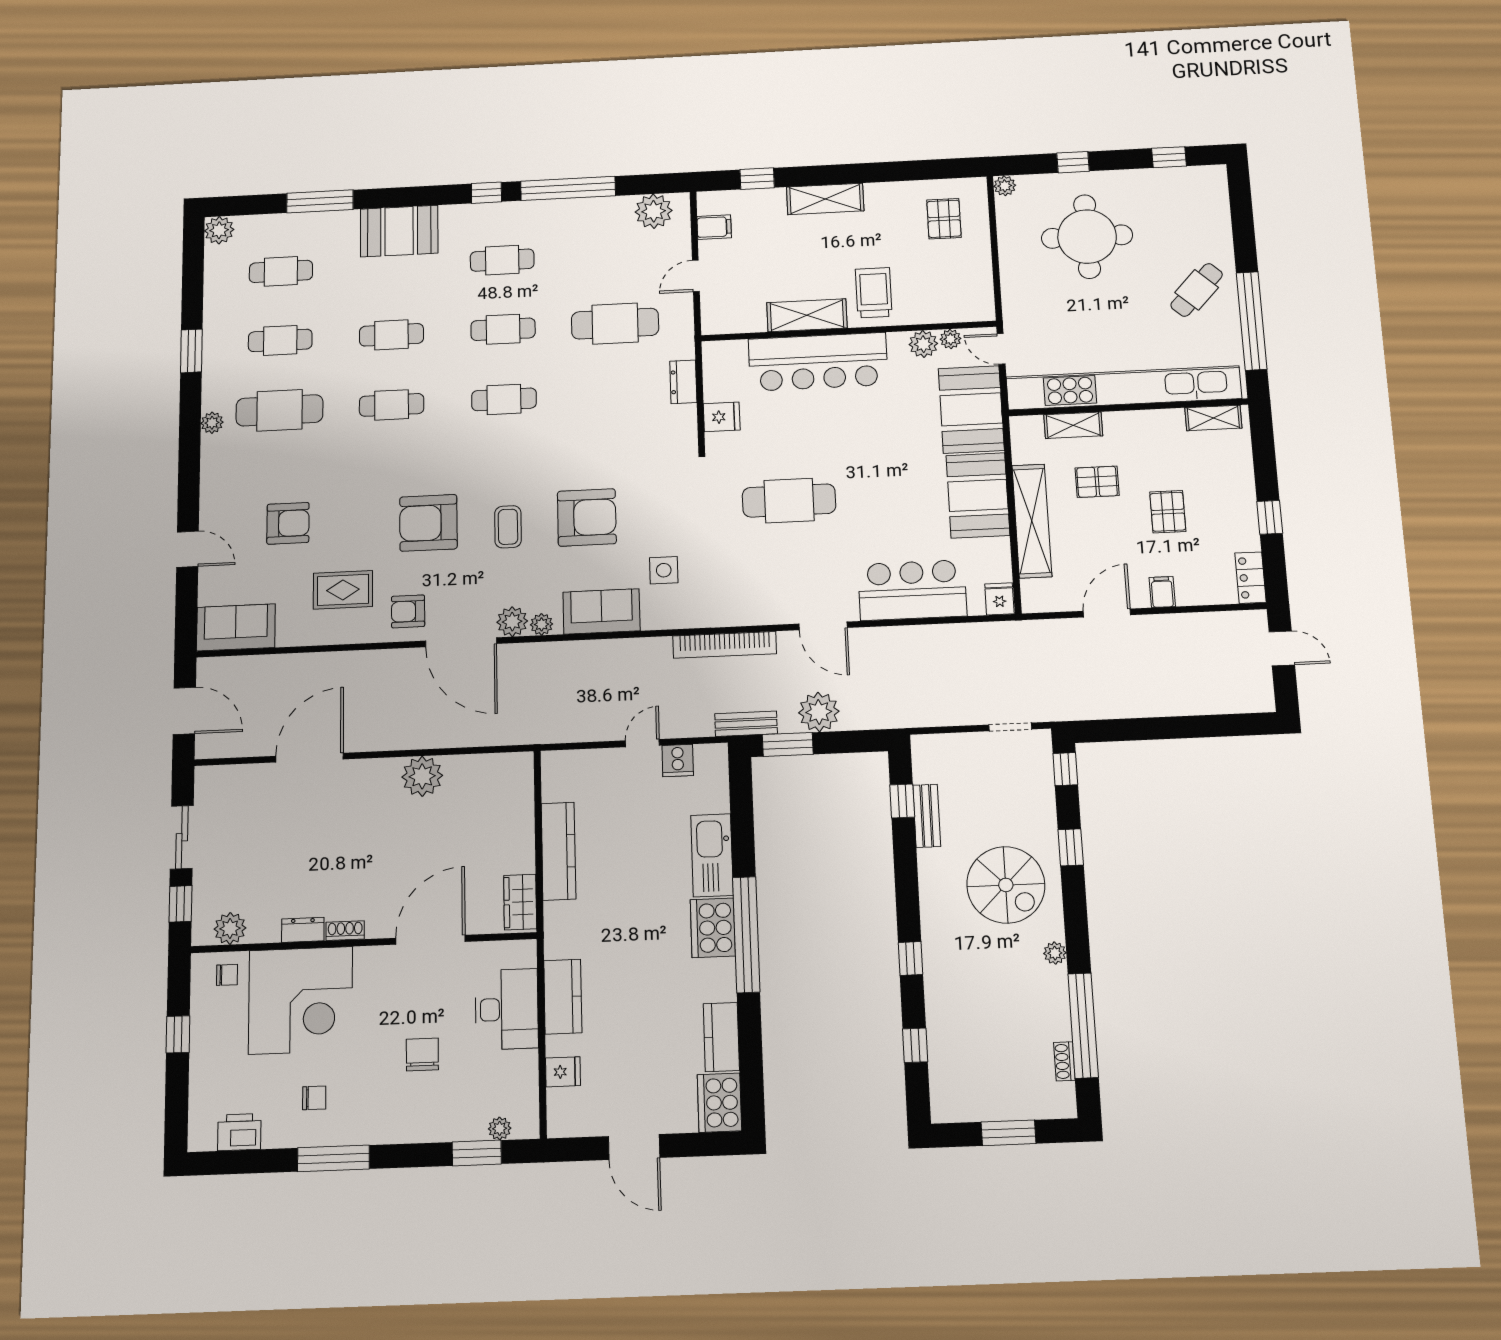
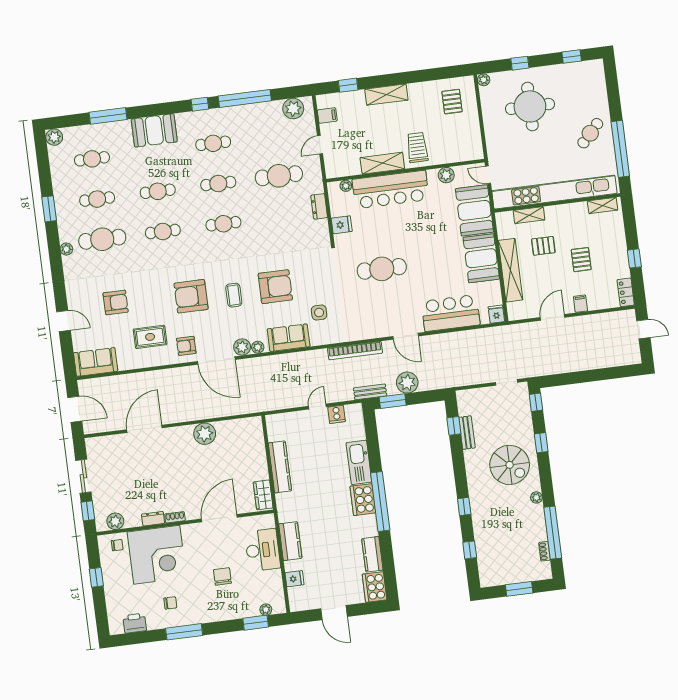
plant: (951, 339) -> (346, 186), moved

